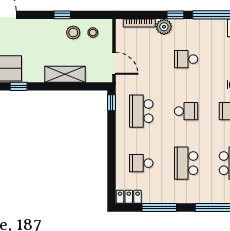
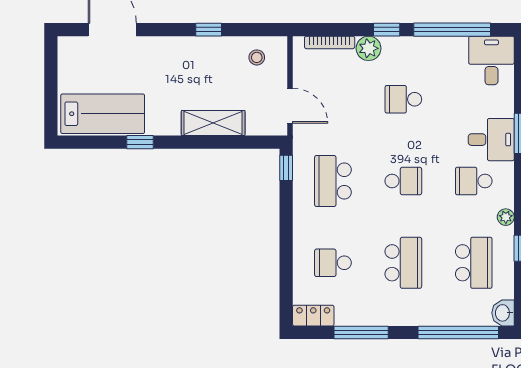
stool: (73, 33) -> (226, 57), removed
school desk: (186, 163) -> (403, 263), turned 180

